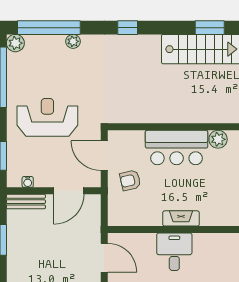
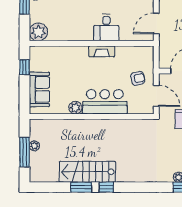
window: (128, 28) -> (106, 187), moved
door: (104, 258) -> (156, 23), hinge flipped

